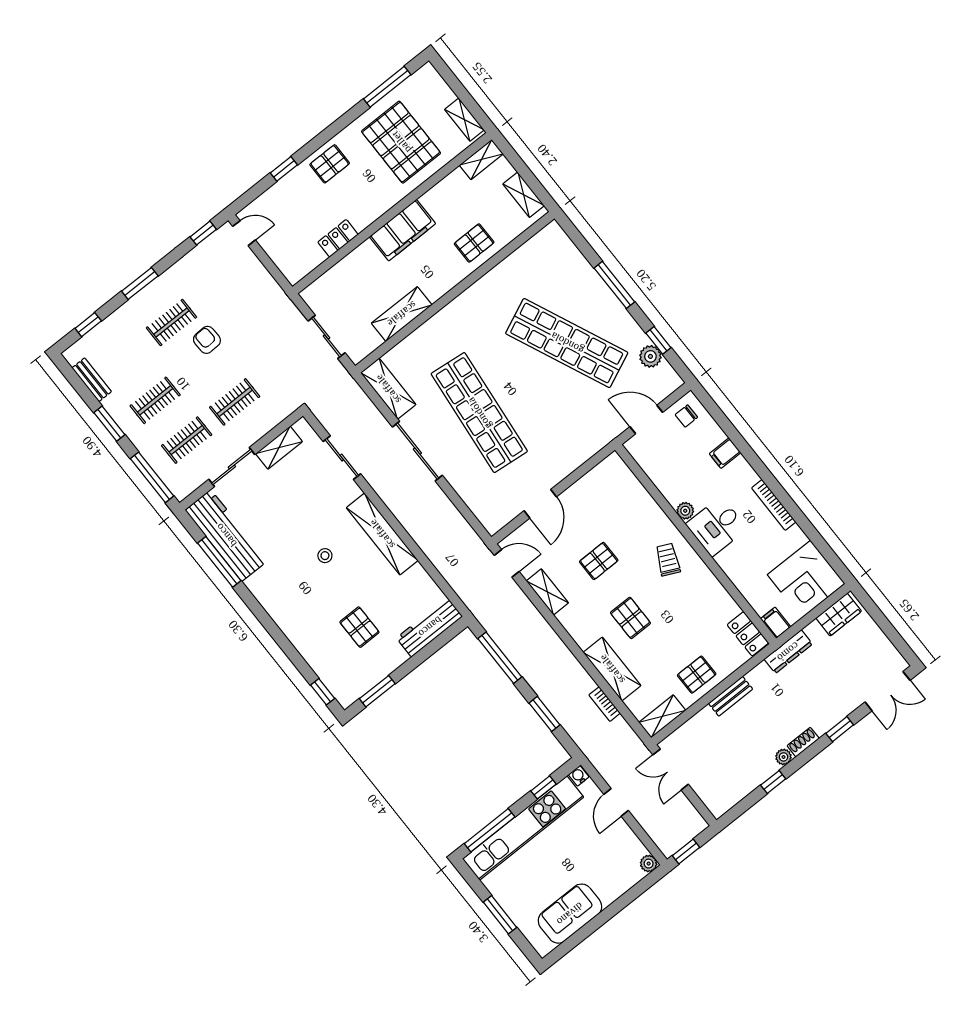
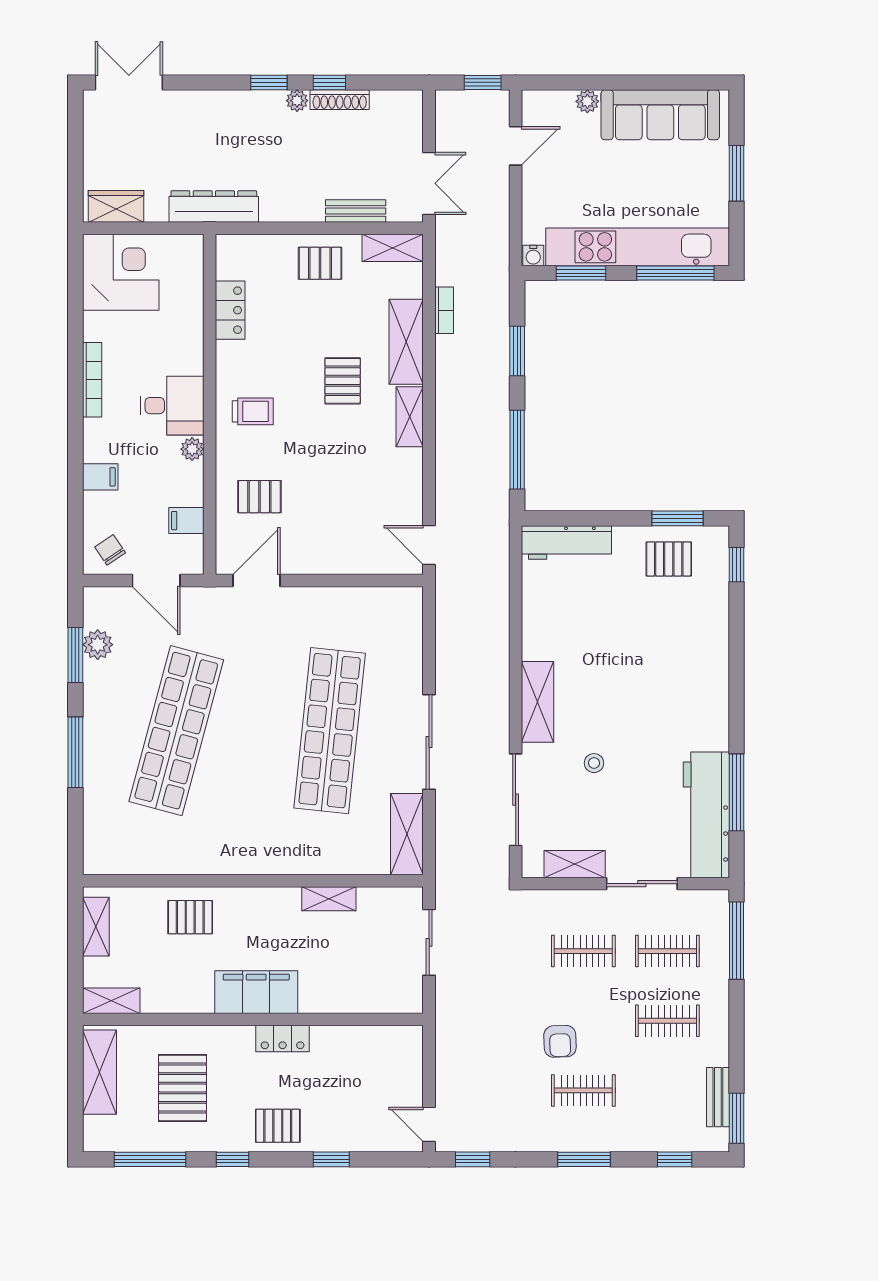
shelving: (464, 120) -> (99, 1072), width x1.50, depth x1.33
window: (340, 124) -> (232, 1159), added
pallet: (401, 142) -> (183, 1088), width x0.73, depth x0.71
locker: (338, 238) -> (283, 1039), moved
shelving: (402, 314) -> (329, 899), width x0.67, depth x0.75
window: (658, 340) -> (75, 655), width x1.50
shop shelf: (567, 343) -> (176, 731), turned 39
chair: (686, 416) -> (110, 550), turned -124
window: (109, 424) -> (736, 1118), moved
sliding door: (342, 458) -> (516, 800), width x1.37
door: (540, 504) -> (256, 580), moved
shelving: (382, 534) -> (538, 702), width x0.68
stool: (325, 556) -> (594, 763), moved
trolley: (668, 560) -> (253, 411), turned -115
pallet: (599, 561) -> (259, 497), moved
shelving: (547, 592) -> (410, 417), moved
filing cabinet: (776, 623) -> (186, 521), moved, turned 90
pallet: (359, 627) -> (669, 559), moved, turned 90
locker: (748, 634) -> (230, 310), moved
dresser: (788, 652) -> (214, 207), width x1.37, depth x1.24
bench: (731, 696) -> (356, 211), moved
window: (840, 729) -> (269, 82), moved
shoe rack: (803, 742) -> (340, 100), moved, width x1.43
window: (543, 787) -> (581, 273), width x1.50
door: (616, 802) -> (516, 146), moved
plant: (649, 864) -> (587, 101), moved
sofa: (570, 914) -> (660, 115), width x1.36

